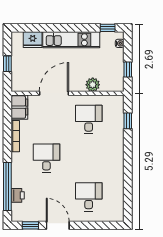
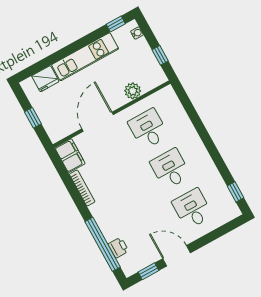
window: (128, 121) -> (235, 192), moved
desk: (46, 158) -> (170, 169), moved

